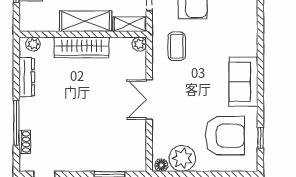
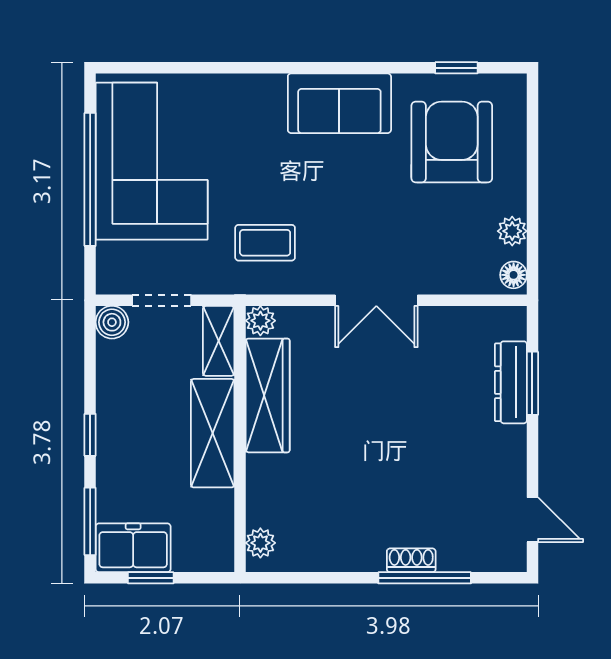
wardrobe: (82, 47) -> (268, 395), moved
dresser: (27, 77) -> (511, 382), moved, turned -90
shoe rack: (25, 142) -> (411, 560), moved
plant: (182, 158) -> (512, 231), width x0.53, depth x0.53

